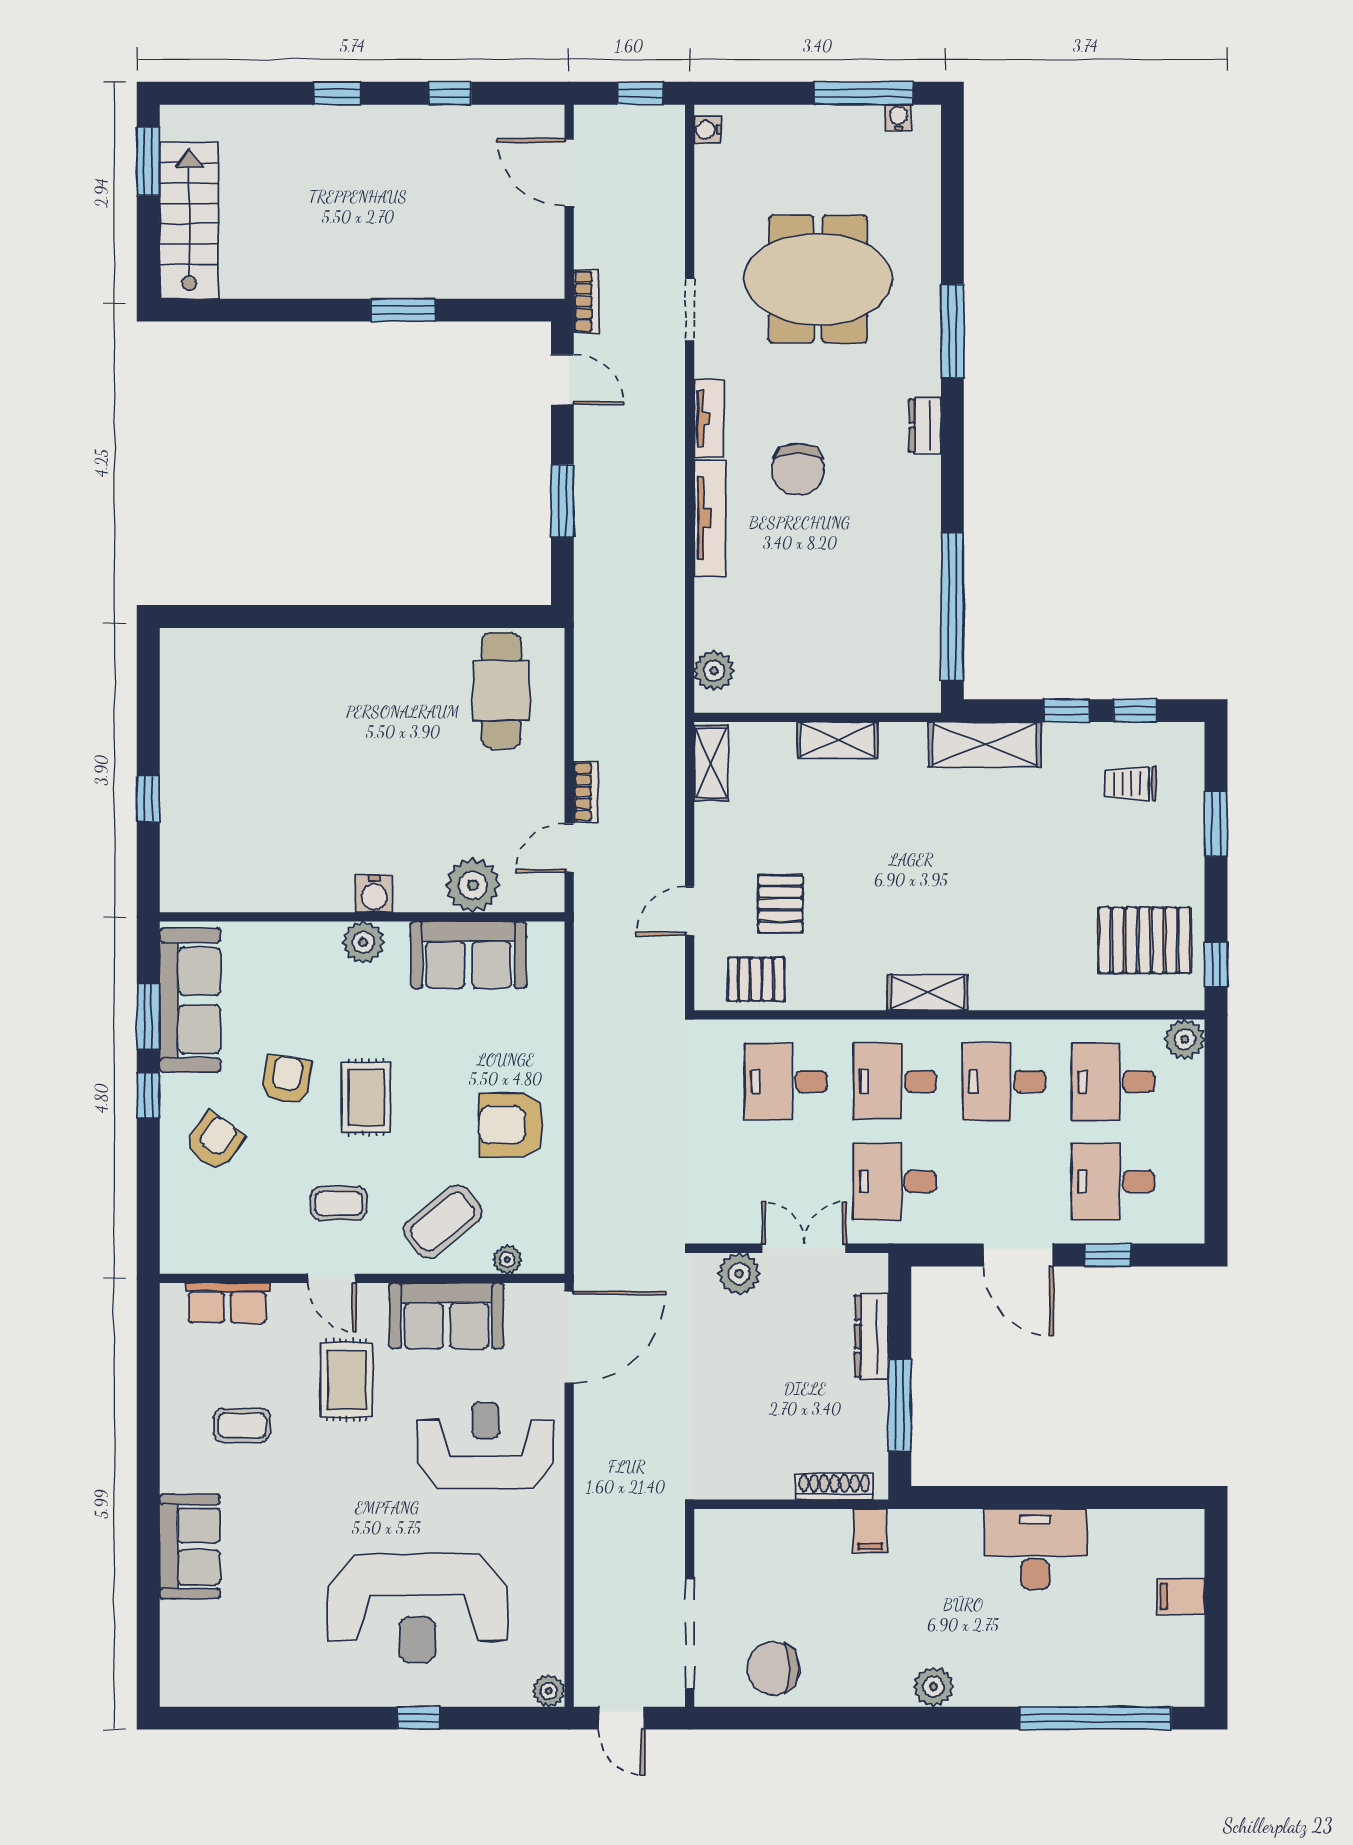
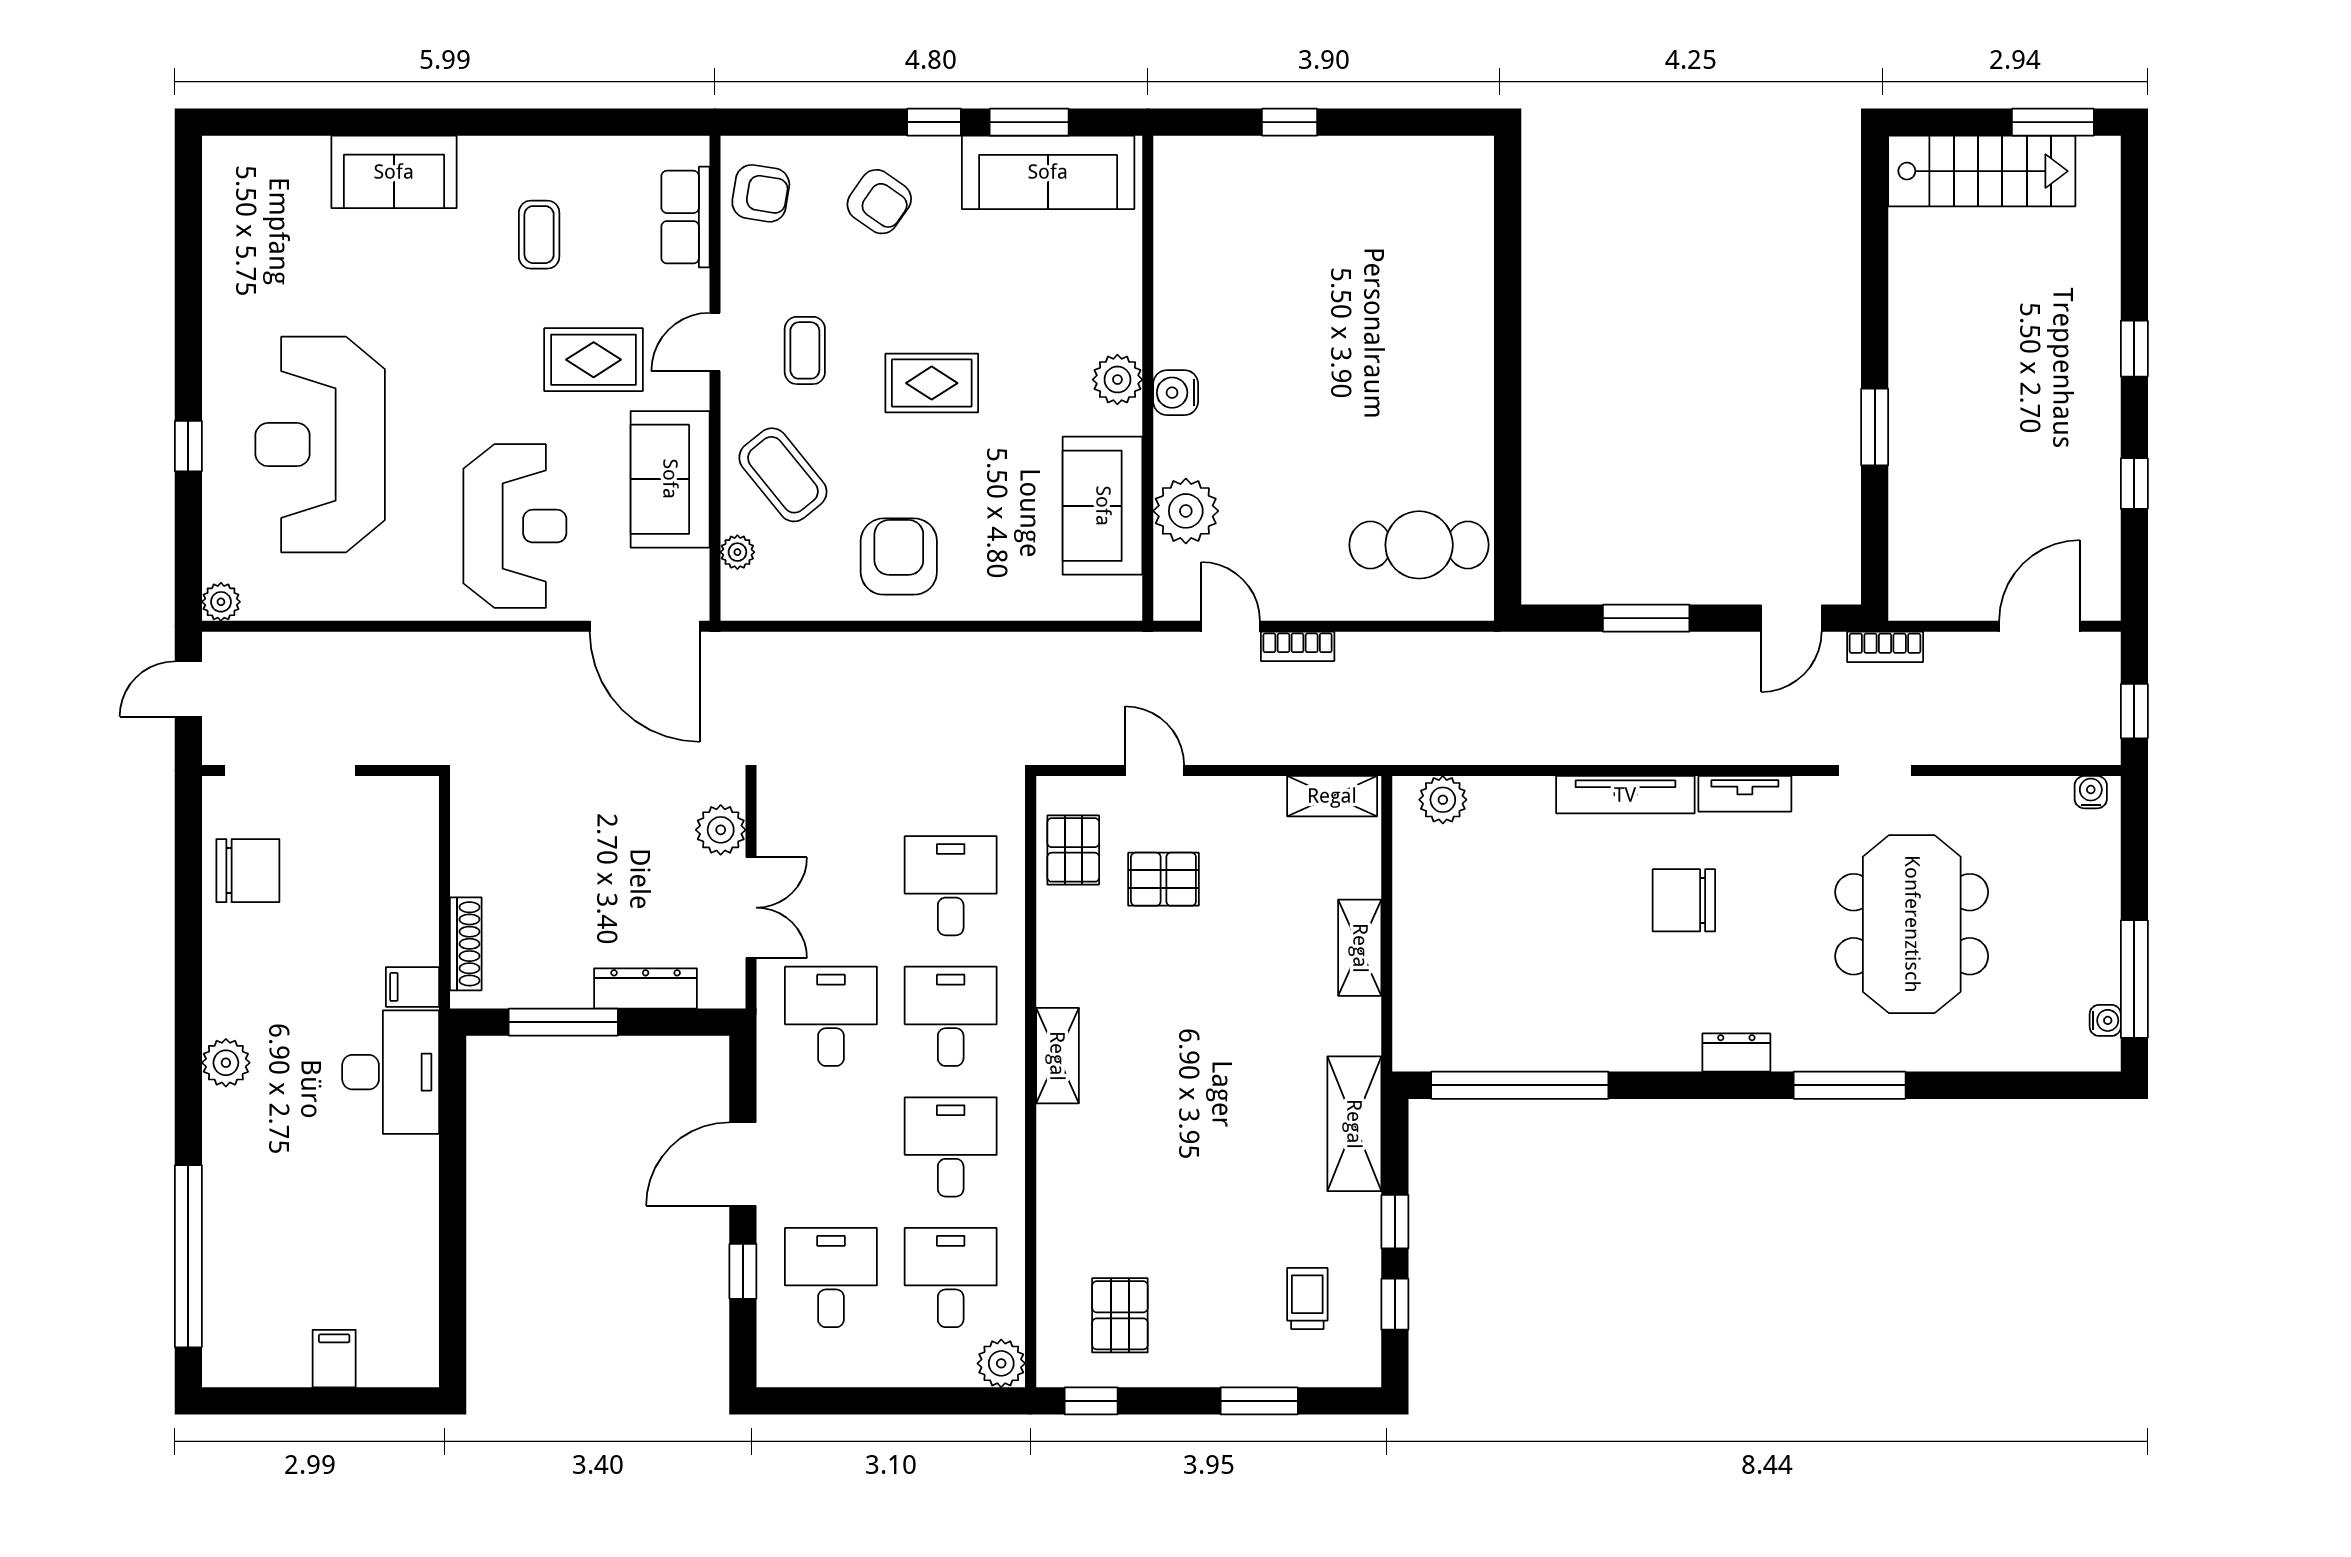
pallet: (1145, 940) -> (1120, 1315), width x0.67, depth x0.71
armchair: (287, 1079) -> (761, 193), moved
desk: (1035, 1549) -> (391, 1072), moved
chair: (773, 1668) -> (248, 871), turned 90

